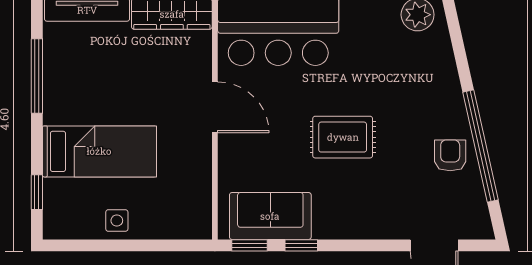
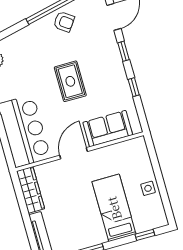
armchair: (450, 155) -> (64, 22), turned -144
sofa: (270, 216) -> (108, 129), moved, turned 90
window: (249, 245) -> (124, 51), moved

